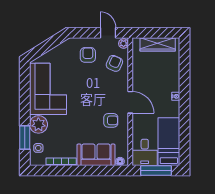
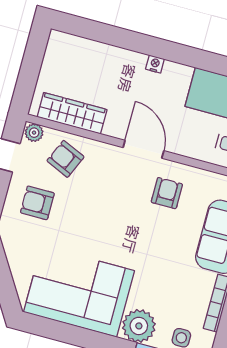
wardrobe: (158, 44) -> (72, 113), moved, turned -90
door: (130, 102) -> (143, 149), hinge flipped

